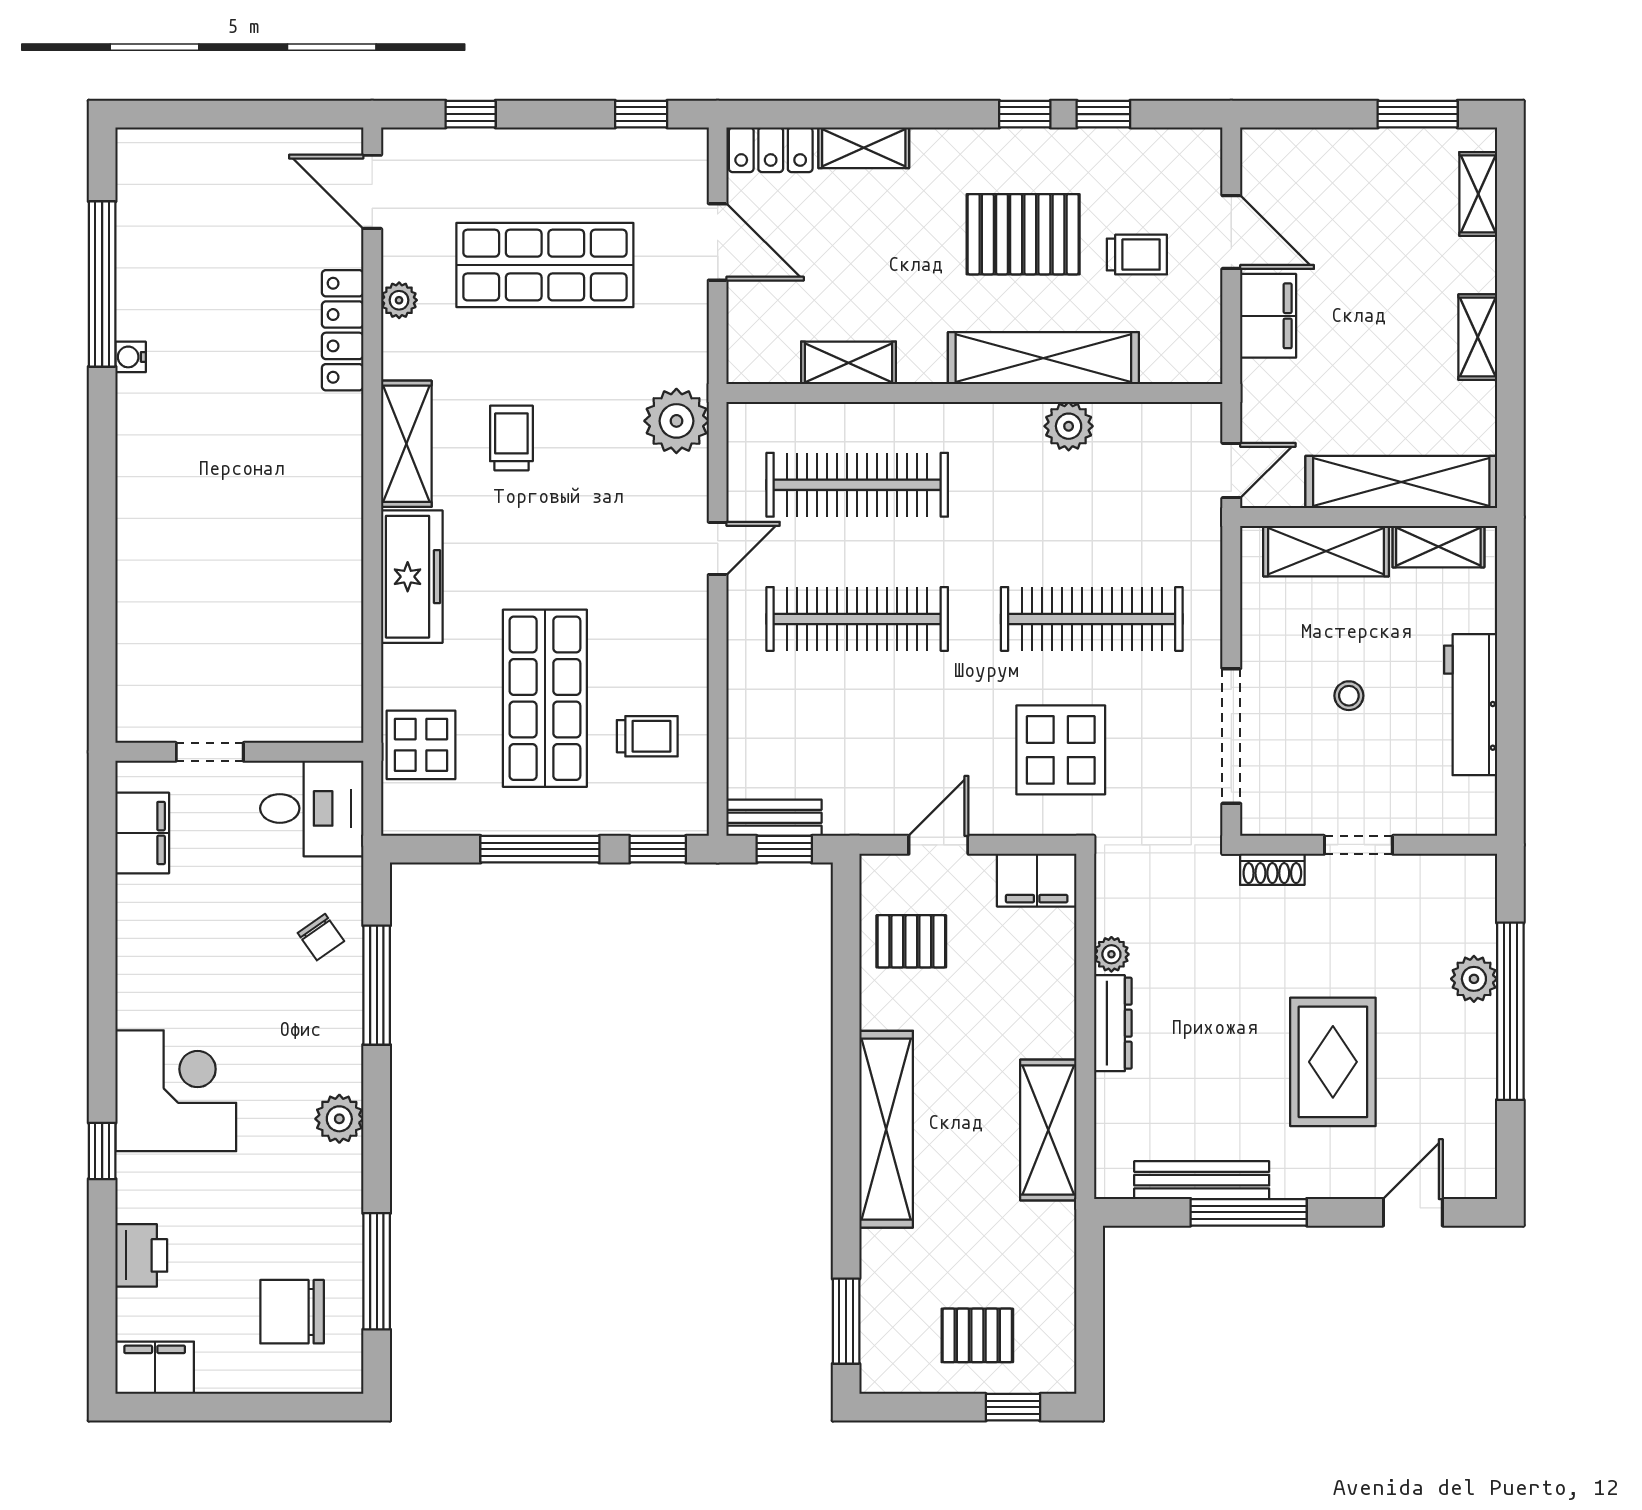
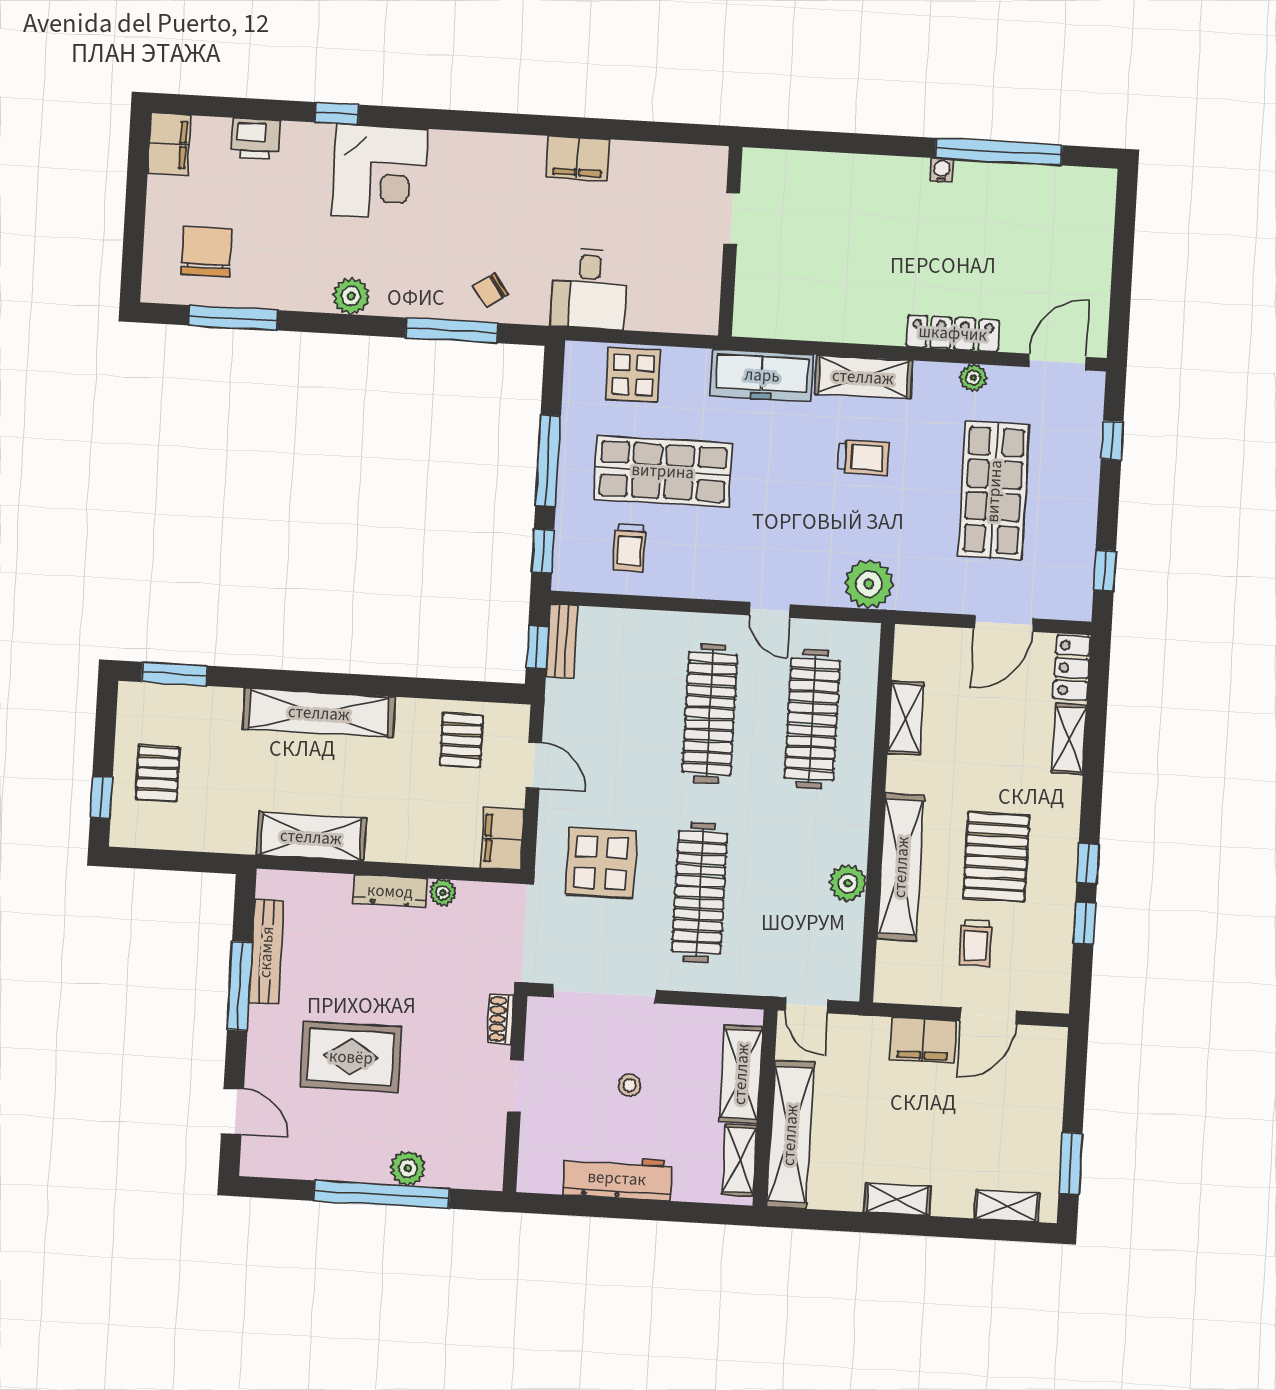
doorway: (210, 752) -> (732, 219), moved
wall: (239, 752) -> (730, 241), moved

